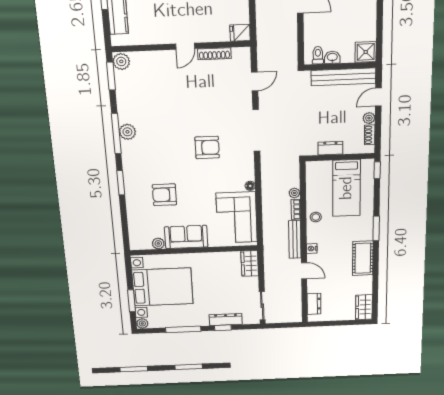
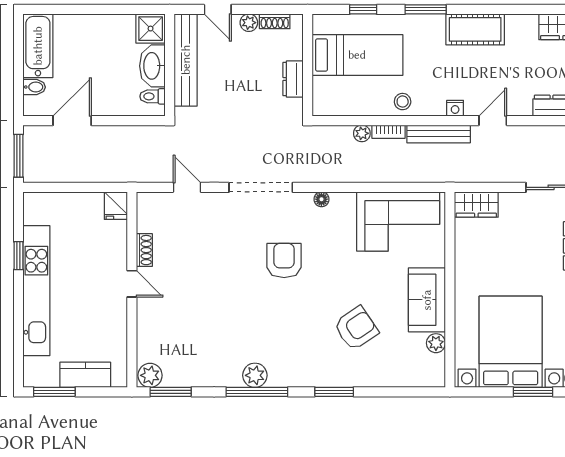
shoe rack: (214, 54) -> (144, 250), width x0.70
washbasin: (332, 57) -> (152, 66), width x1.91, depth x1.45
window: (377, 170) -> (363, 9), moved
floor lamp: (250, 186) -> (321, 199), moved
armchair: (164, 195) -> (356, 328), turned -124

